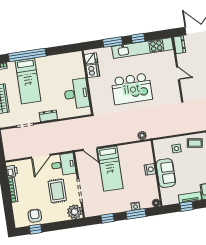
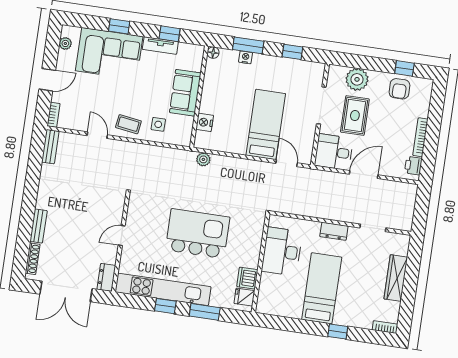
window: (27, 55) -> (338, 332), width x0.32
door: (178, 73) -> (122, 236), hinge flipped
bed: (28, 81) -> (322, 288), moved
nightstand: (150, 169) -> (205, 122), moved
plant: (75, 212) -> (357, 79), moved

